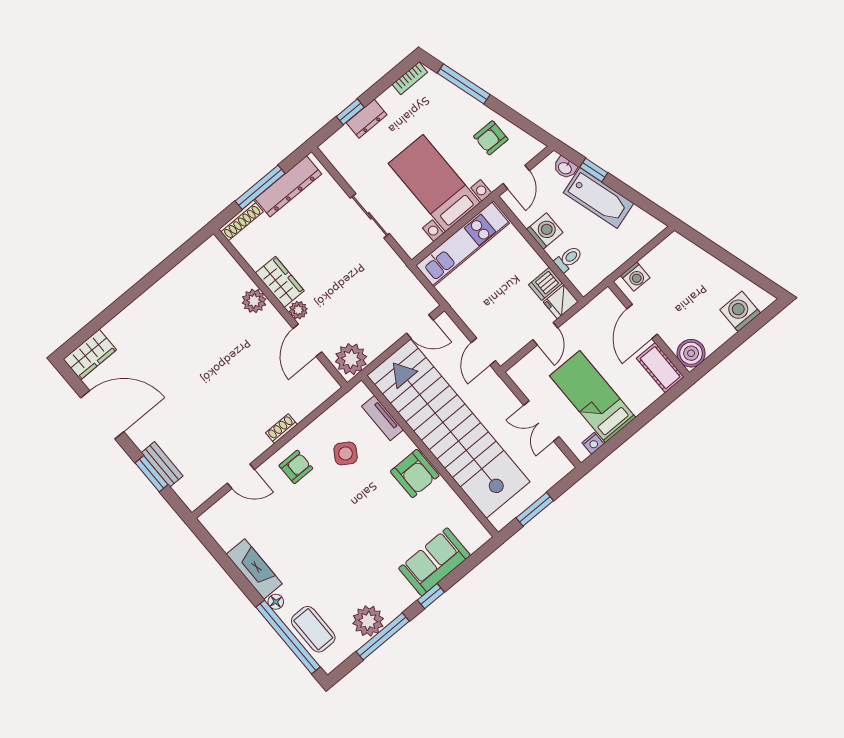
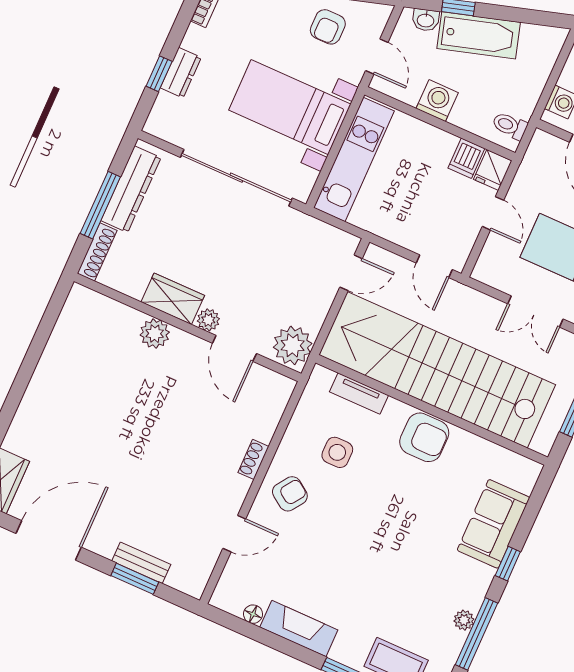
sliding door: (370, 216) -> (236, 178), width x1.86
toilet: (568, 259) -> (510, 126), moved, turned -90
side table: (346, 453) -> (337, 452), turned -33
armchair: (296, 467) -> (290, 494), turned 35
floor lamp: (276, 602) -> (253, 614), moved
plant: (368, 621) -> (464, 620), width x0.53, depth x0.53

